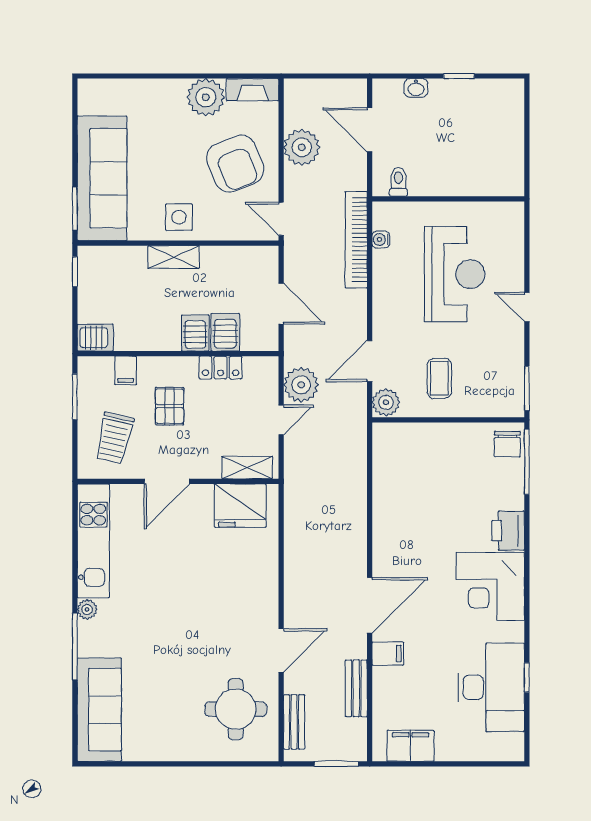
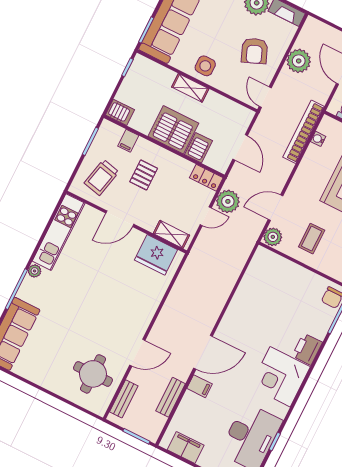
armchair: (235, 164) -> (254, 51), width x0.73, depth x0.73
server rack: (195, 333) -> (173, 130), width x2.18, depth x1.44
locker: (221, 368) -> (206, 178), moved

